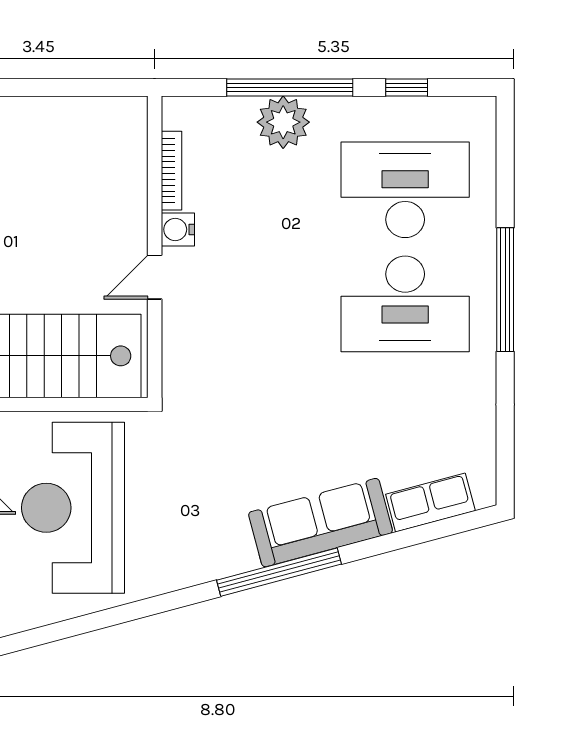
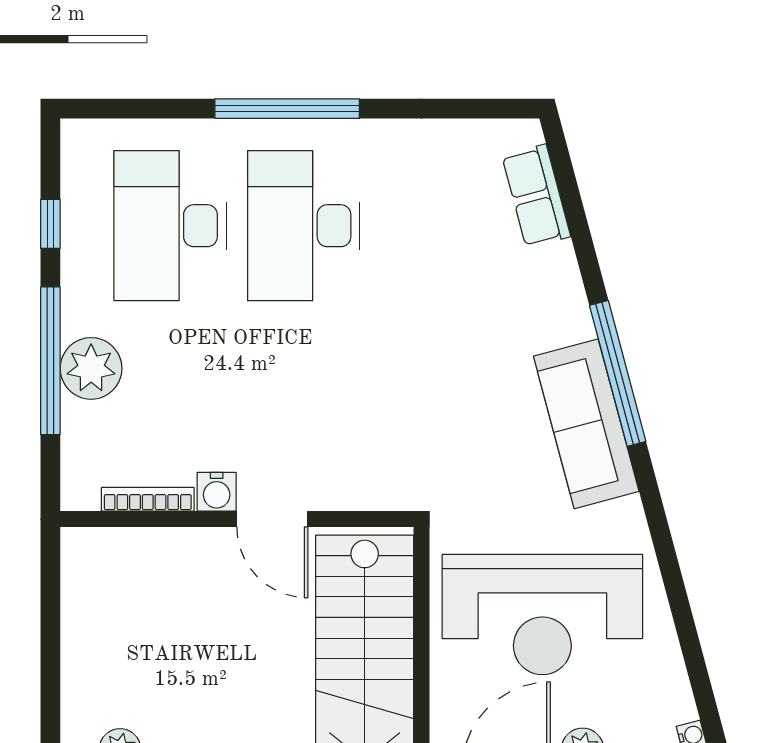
door: (155, 277) -> (272, 519), width x1.38
desk: (405, 304) -> (304, 226), turned 180
sofa: (321, 523) -> (586, 424), moved

